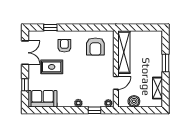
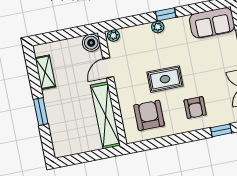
rug: (52, 67) -> (165, 79), moved
boiler: (134, 101) -> (91, 43), moved
window: (94, 110) -> (166, 14), moved

